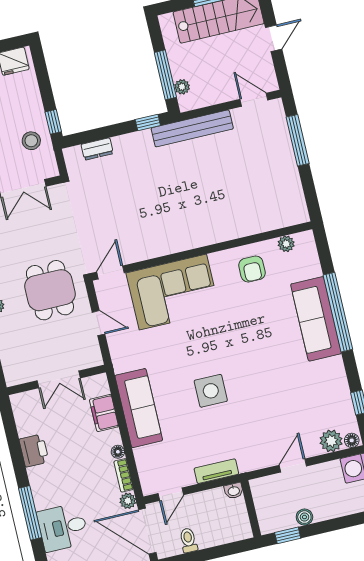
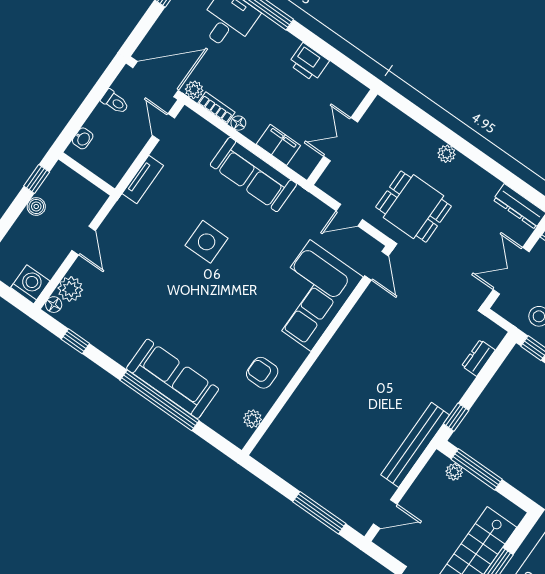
washbasin: (234, 491) -> (83, 138), moved, turned 180

